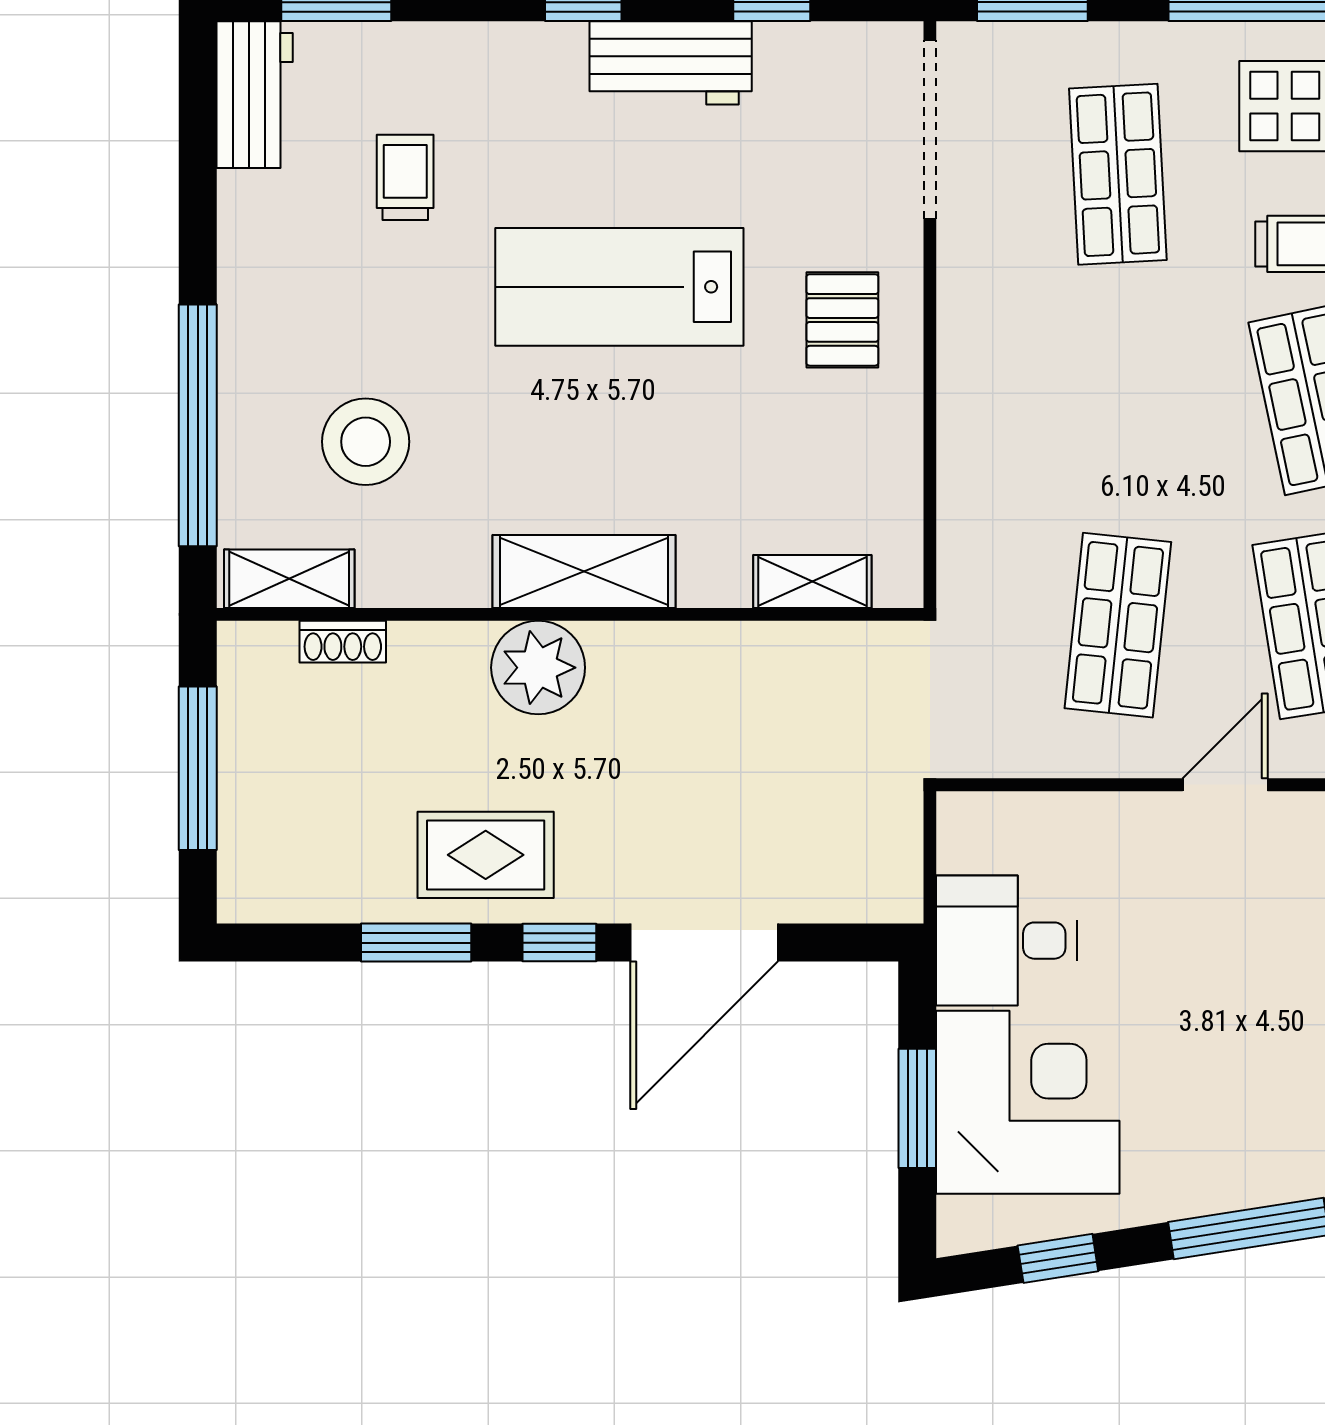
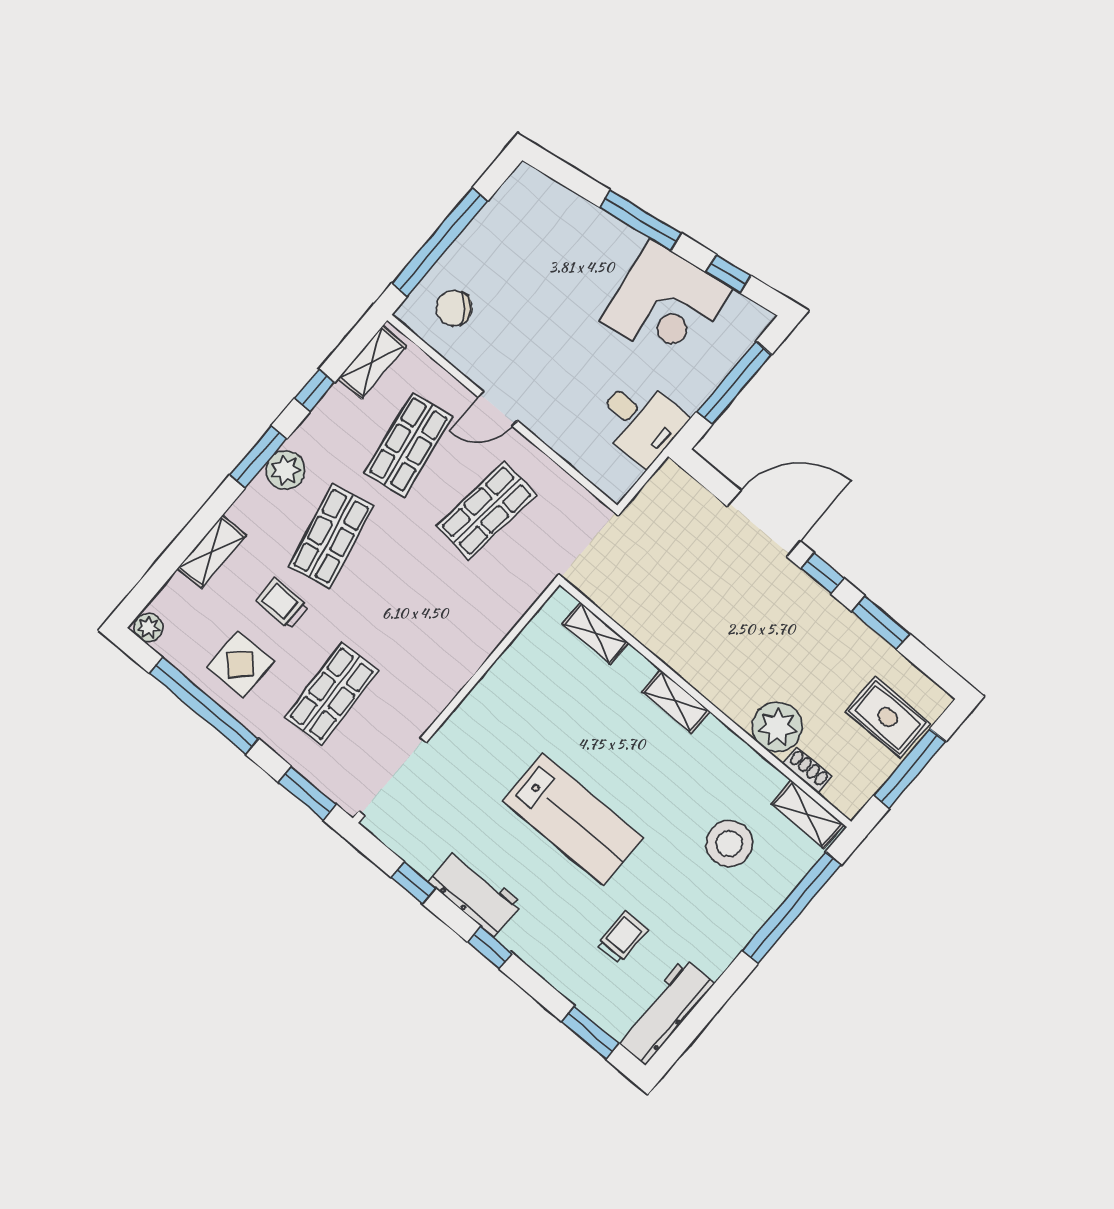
workbench: (255, 95) -> (665, 1012), width x1.37
trolley: (405, 177) -> (622, 937), turned 180
pallet: (842, 320) -> (494, 729), removed
shelving: (584, 571) -> (676, 702), width x0.67, depth x0.75
plant: (538, 668) -> (777, 727), moved
rug: (486, 855) -> (888, 717), moved
corner desk: (1028, 1102) -> (666, 305), moved, turned -99
window: (917, 1108) -> (734, 383), width x1.44

